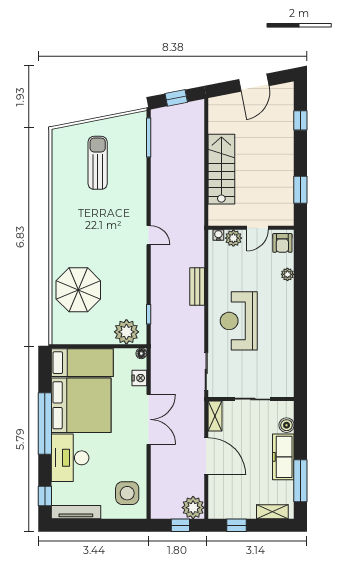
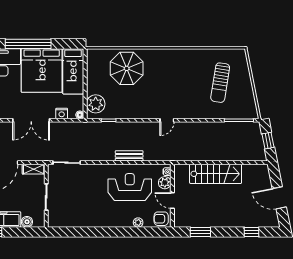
sun lounger: (98, 163) -> (220, 83), turned 99
reception desk: (239, 321) -> (130, 187), moved

